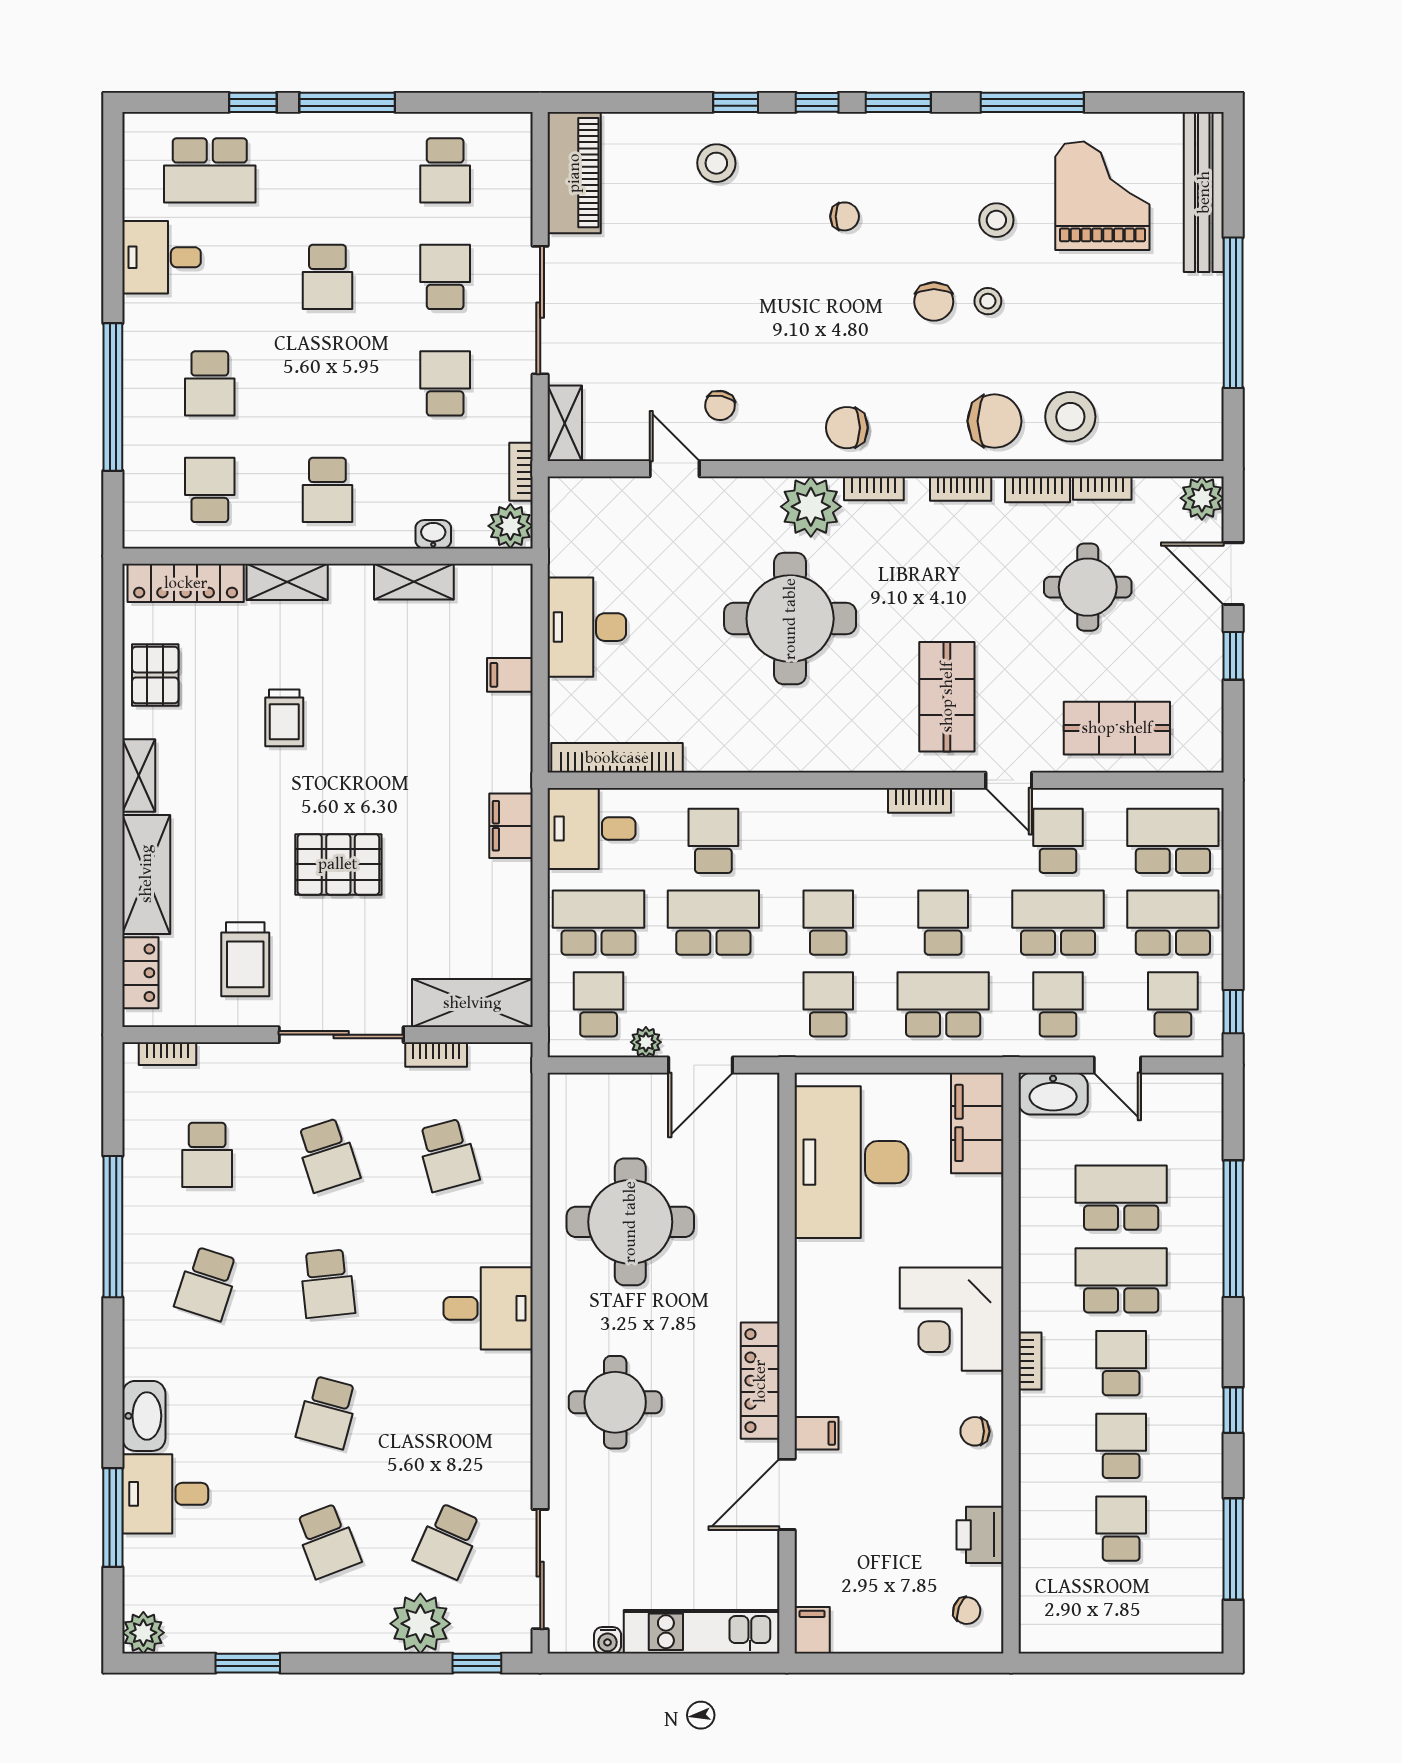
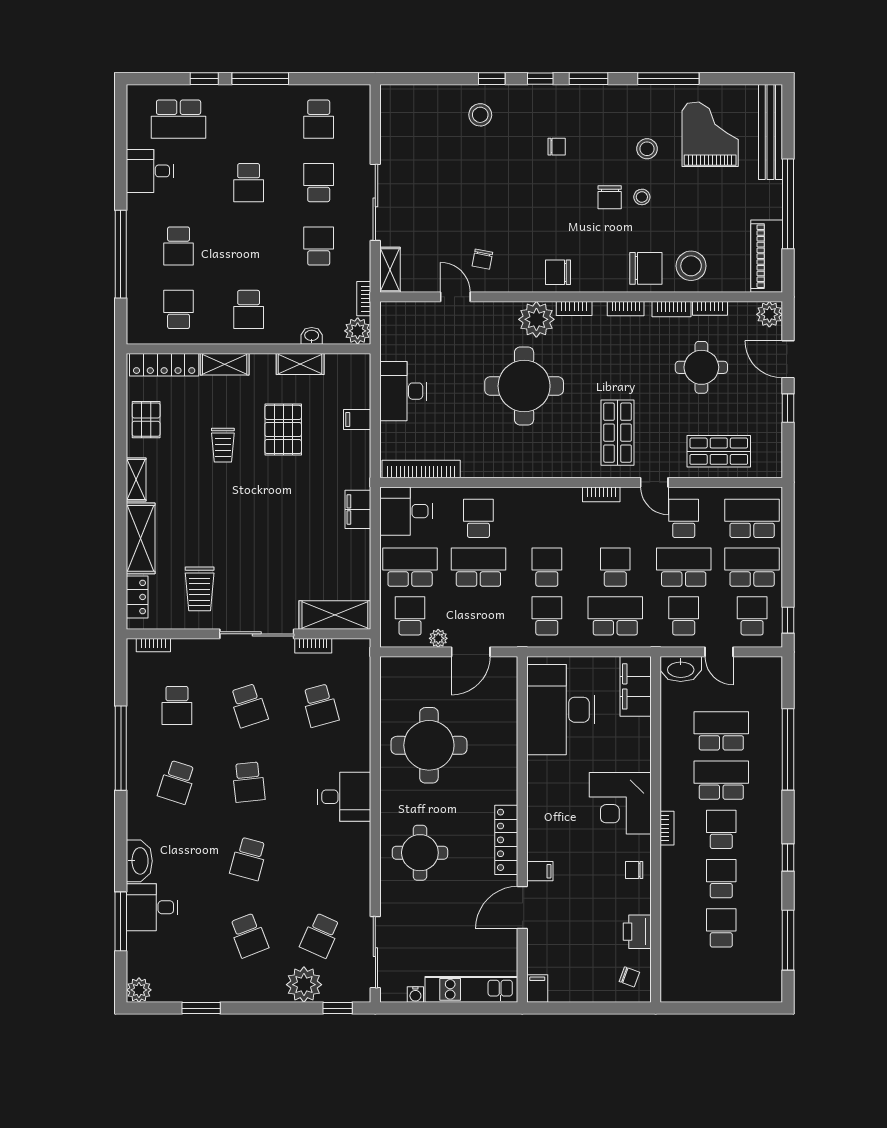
piano: (574, 173) -> (767, 256), moved, turned 180
pallet: (338, 864) -> (283, 429), moved, turned 90

